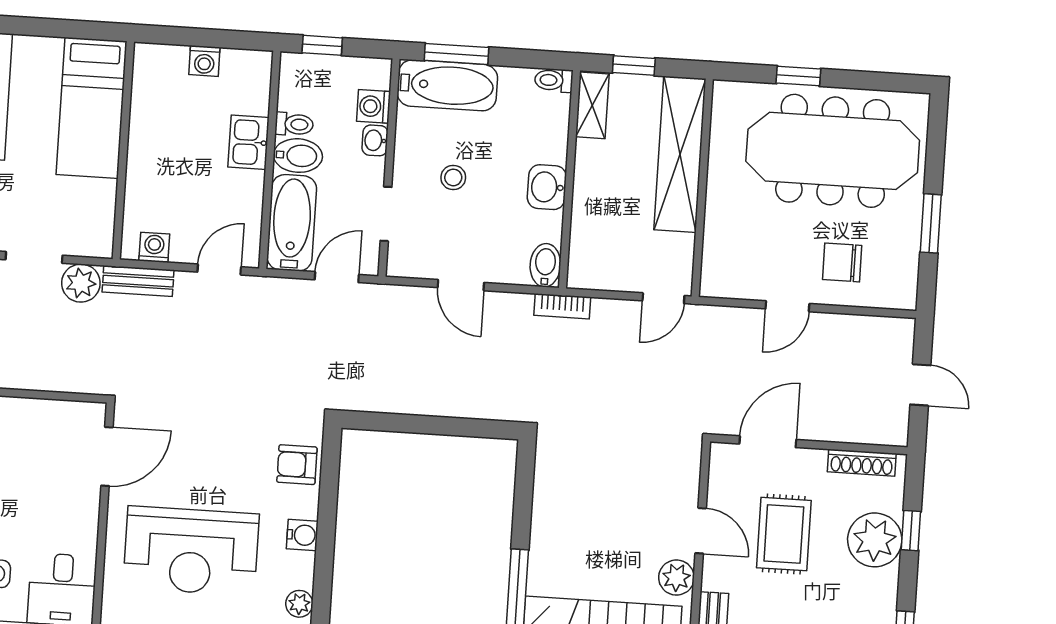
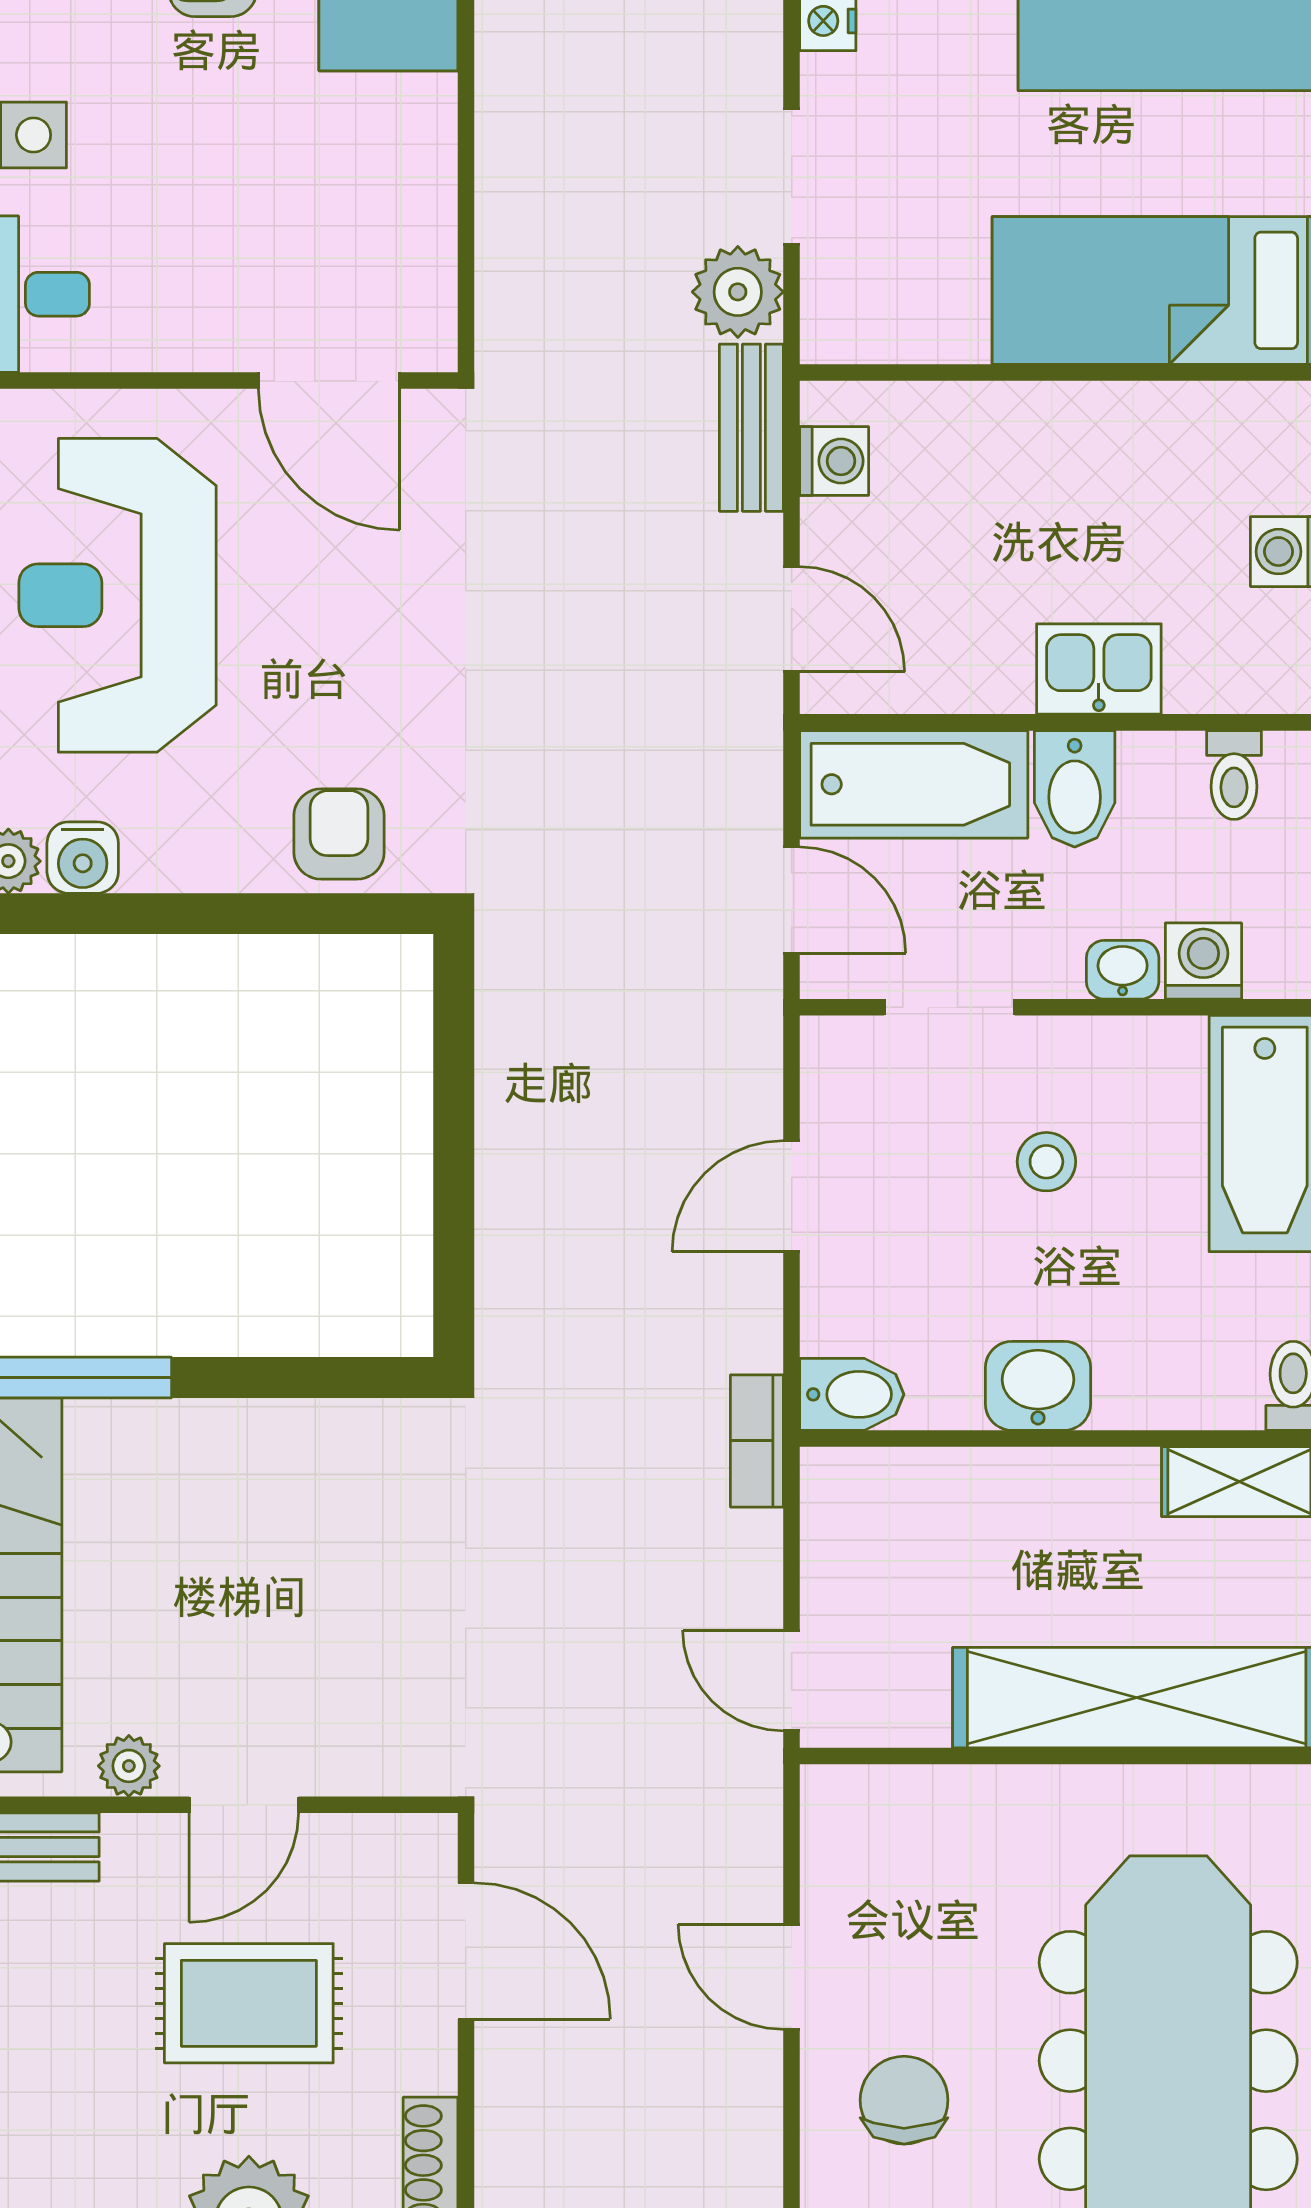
toilet: (294, 124) -> (1234, 775), moved
water cooler: (302, 535) -> (83, 858), moved
plant: (676, 578) -> (129, 1766), width x0.73, depth x0.73

